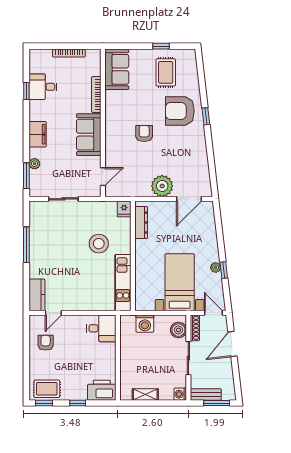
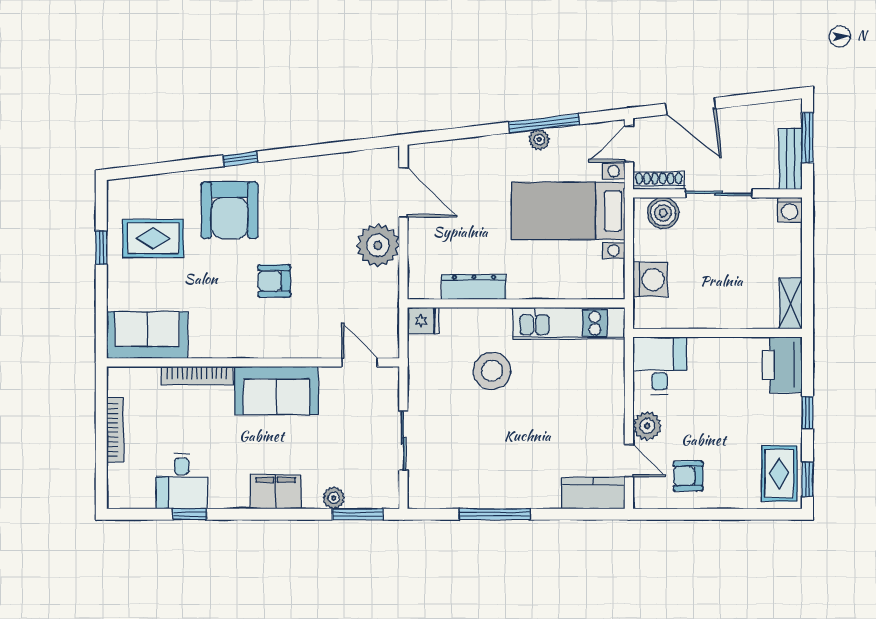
dresser: (141, 223) -> (474, 287), moved
window: (224, 270) -> (544, 123), width x2.17
plant: (71, 322) -> (647, 426), added
shelving: (145, 395) -> (791, 303), moved

